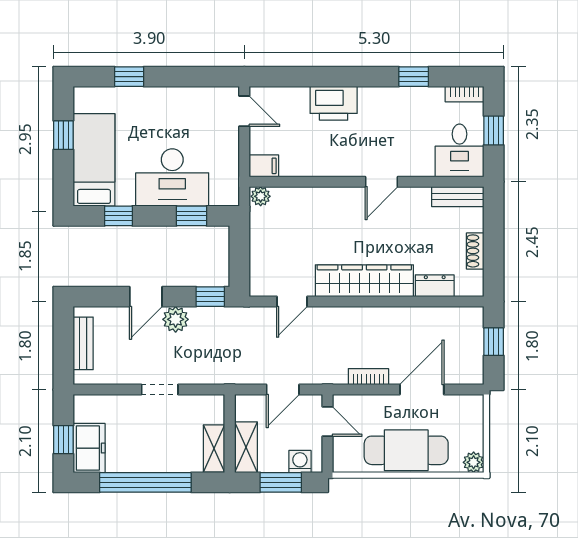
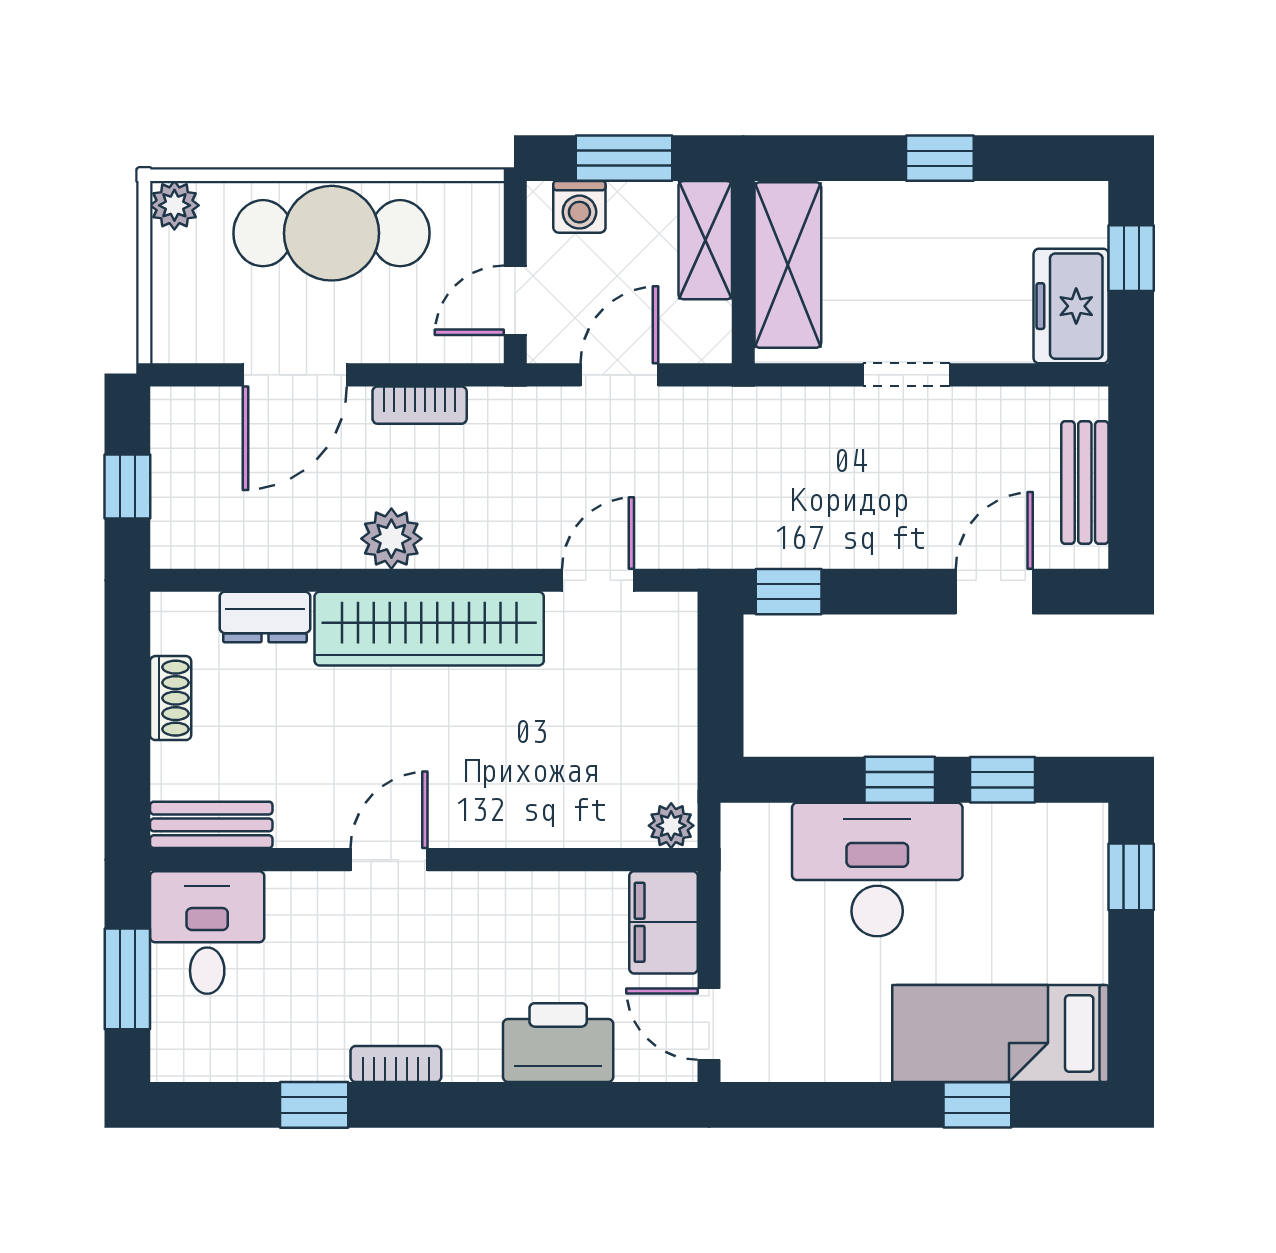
bookcase: (465, 94) -> (396, 1064), moved
printer: (334, 103) -> (558, 1043), moved
window: (494, 131) -> (127, 979), width x1.50
window: (63, 135) -> (1131, 877), moved
bed: (94, 160) -> (1000, 1034), moved, turned 90
filing cabinet: (264, 166) -> (663, 922), width x2.00
window: (191, 216) -> (900, 780), moved
door: (146, 297) -> (994, 592), moved
plant: (176, 319) -> (391, 539), moved
door: (327, 422) -> (515, 300), hinge flipped
freezer: (89, 448) -> (1071, 306), moved
shelving: (214, 448) -> (788, 265), width x1.50, depth x1.33
window: (145, 482) -> (940, 158), width x0.32

